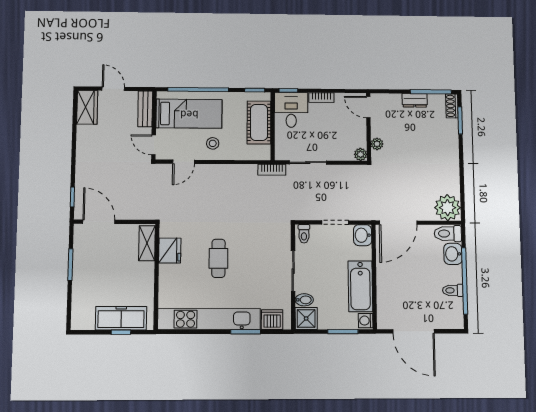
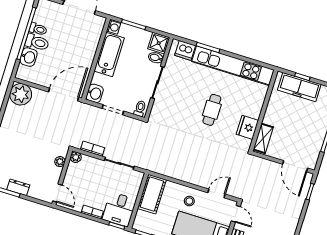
cot: (259, 122) -> (152, 194), moved
bookcase: (272, 170) -> (93, 149), moved
toilet: (448, 234) -> (37, 42), moved

